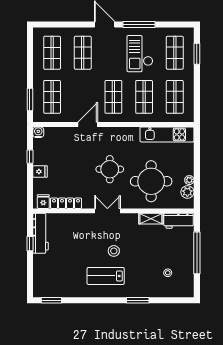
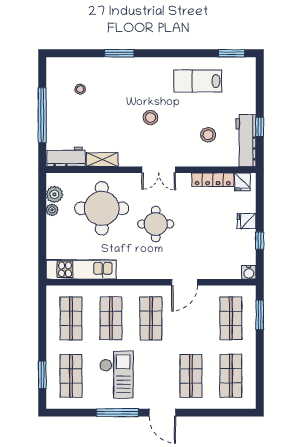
stool: (70, 238) -> (208, 135), added
lab bench: (106, 276) -> (198, 81), moved, turned 180

